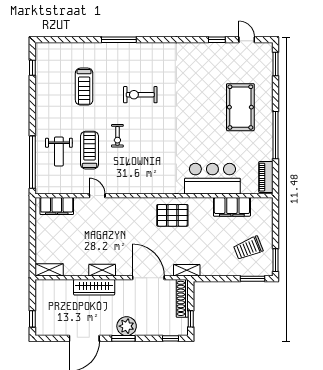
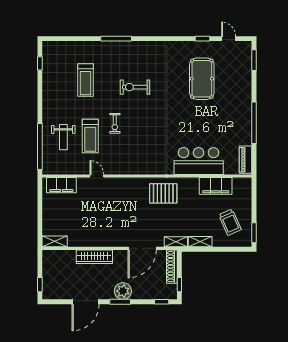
pool table: (240, 107) -> (202, 79), moved
treadmill: (90, 150) -> (90, 136), turned 180
trolley: (248, 248) -> (230, 222), turned -92
shelving: (102, 270) -> (200, 242), moved
door: (148, 278) -> (142, 248), swing flipped
window: (253, 279) -> (234, 249), removed

